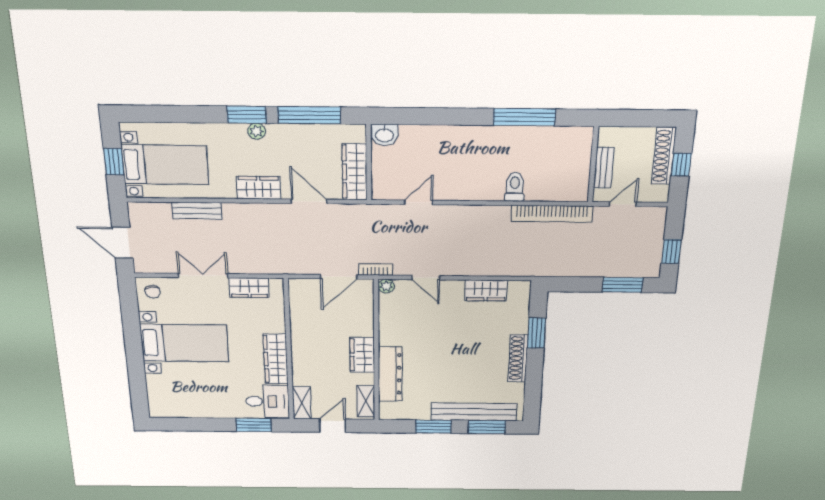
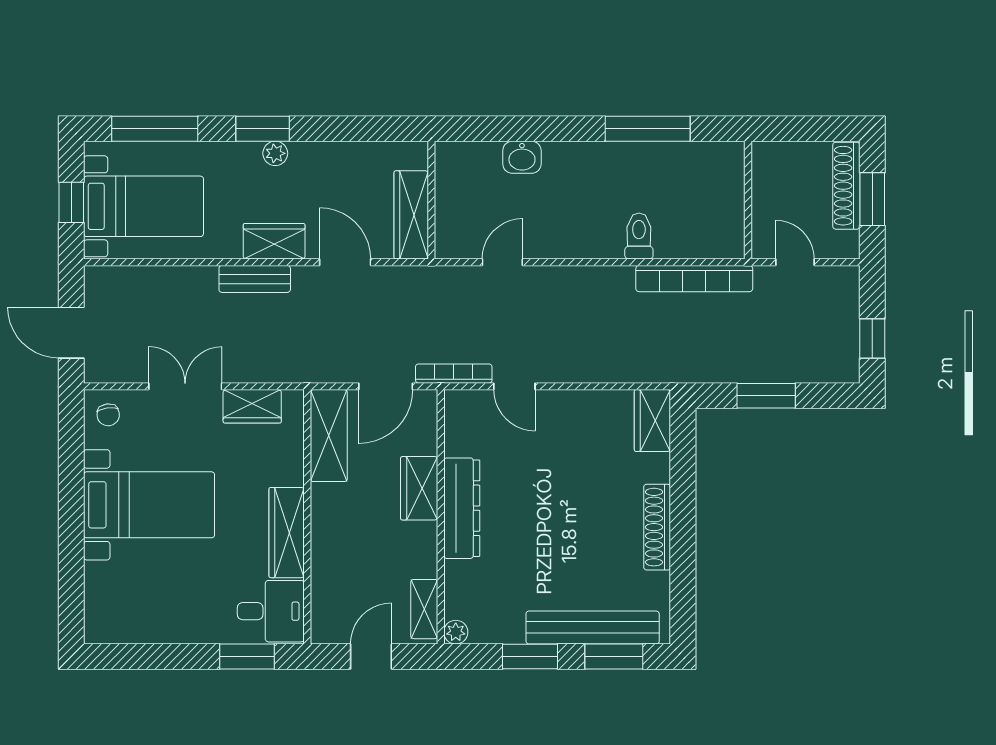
window: (309, 115) -> (155, 129), moved
washbasin: (384, 135) -> (522, 157), moved
window: (681, 165) -> (872, 199), width x1.50
bench: (604, 168) -> (763, 205), removed
door: (623, 204) -> (795, 262), hinge flipped
bench: (197, 211) -> (255, 279), moved
bookcase: (375, 270) -> (454, 374), width x1.56
window: (623, 285) -> (766, 396), moved
plant: (386, 286) -> (456, 632), moved
wardrobe: (486, 290) -> (652, 421), moved, turned 90
window: (536, 333) -> (683, 481), removed
wardrobe: (362, 355) -> (419, 488), moved
dresser: (390, 374) -> (462, 508), moved
shelving: (302, 403) -> (329, 436), moved, width x1.50, depth x1.33

